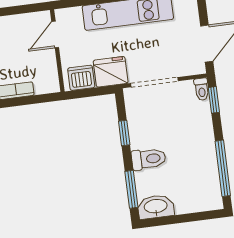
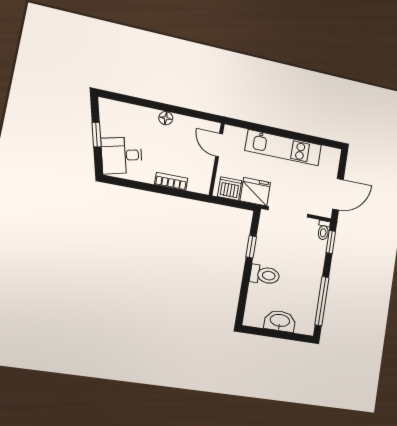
door: (55, 34) -> (219, 145), hinge flipped
window: (131, 189) -> (243, 297), removed
washbasin: (156, 207) -> (280, 321), moved

